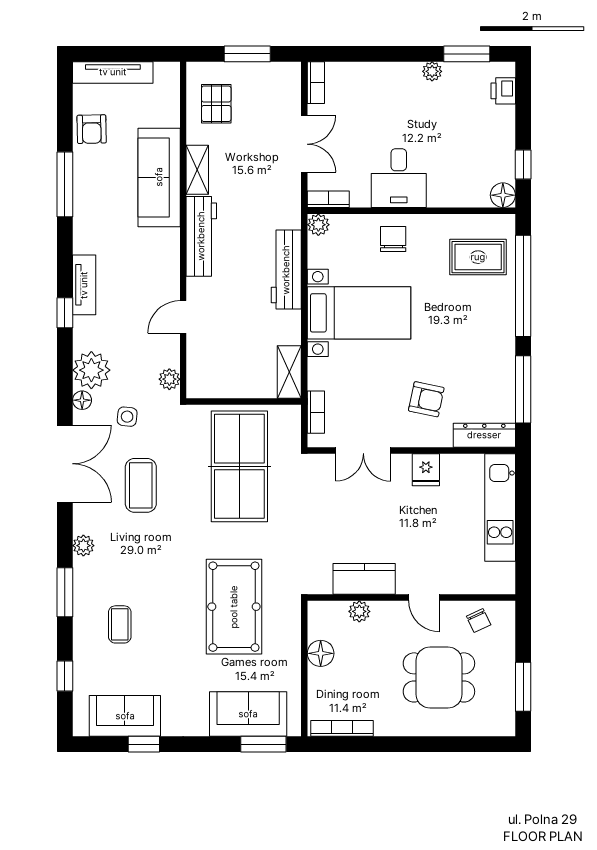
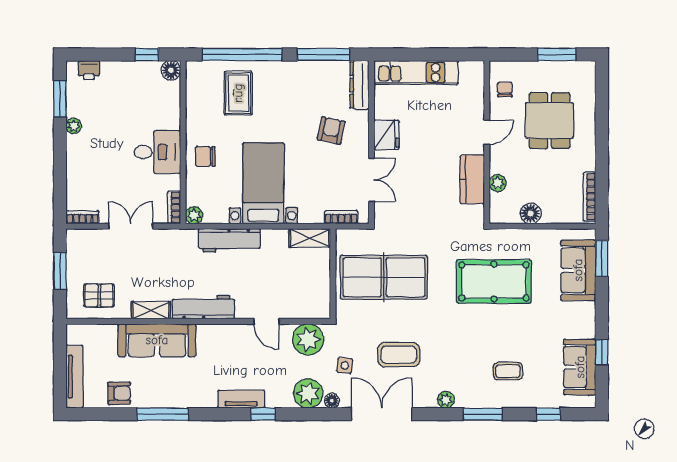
rug: (478, 257) -> (238, 93), moved
plant: (169, 379) -> (308, 339), width x1.87, depth x1.87
fridge: (426, 470) -> (386, 135), width x1.38
chair: (479, 620) -> (505, 89), turned -65

